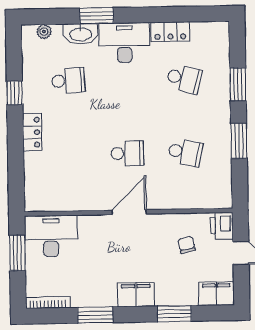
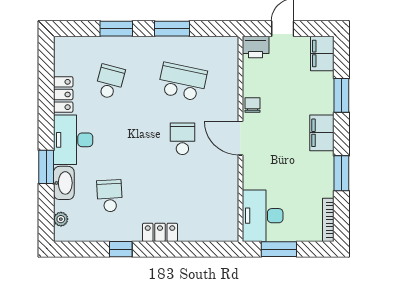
school desk: (185, 152) -> (182, 82), width x1.85
chair: (187, 245) -> (253, 105), moved, turned 102

